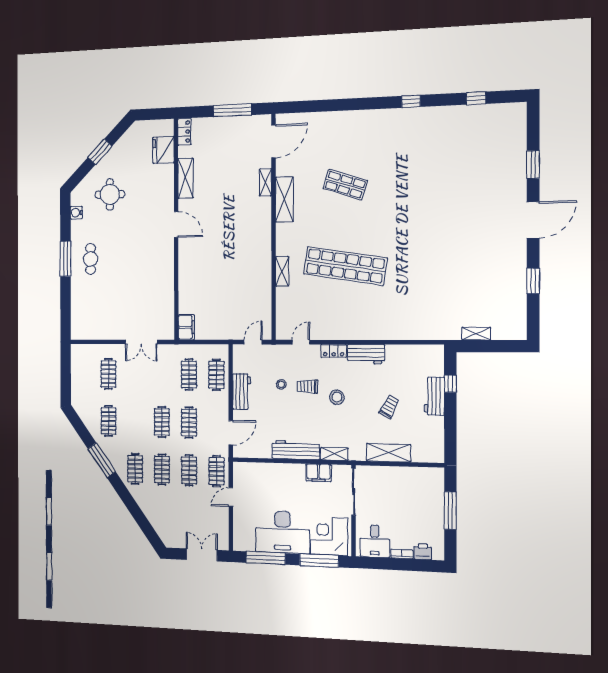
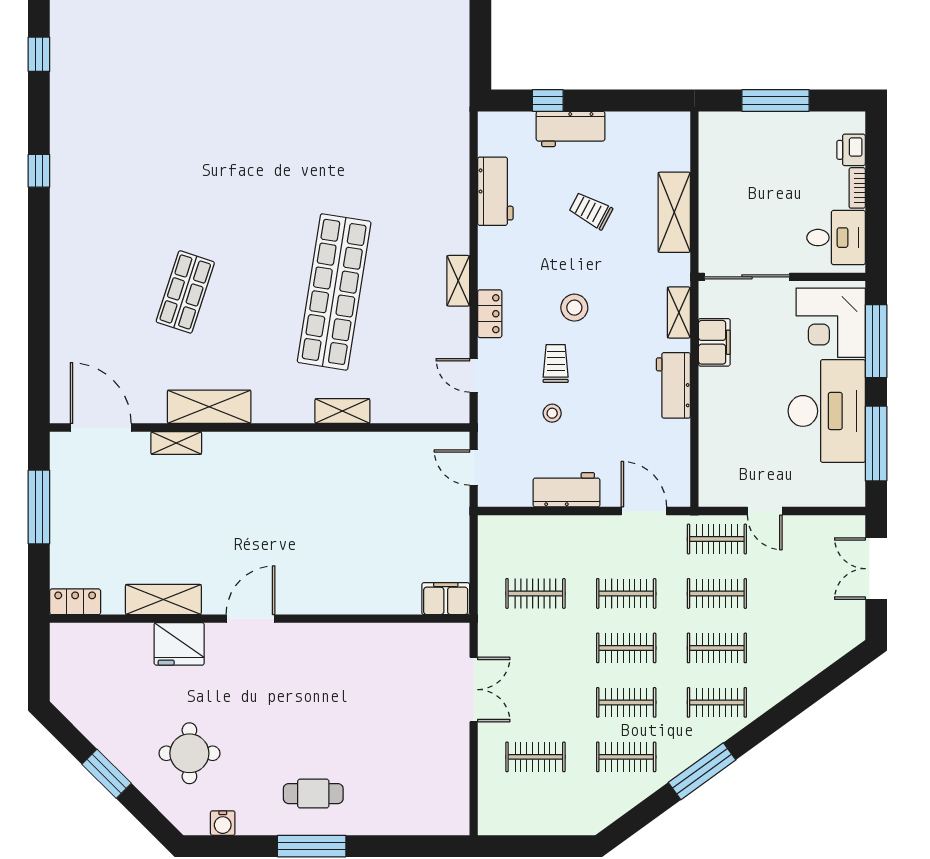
fridge: (163, 150) -> (179, 644), moved
shelving: (476, 334) -> (458, 281), moved
workbench: (366, 354) -> (495, 191), moved
clothes rail: (216, 375) -> (626, 702), moved
trolley: (307, 387) -> (556, 363), turned 180
workbench: (296, 450) -> (673, 385), width x0.73

